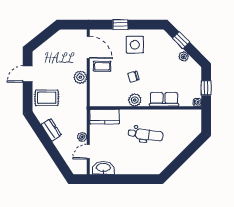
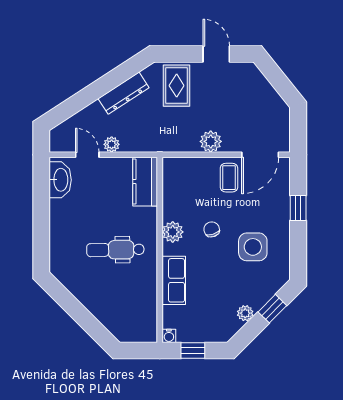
side table: (135, 45) -> (253, 247), moved
dresser: (51, 130) -> (124, 93), width x1.44
dental chair: (145, 135) -> (115, 250), turned 82

